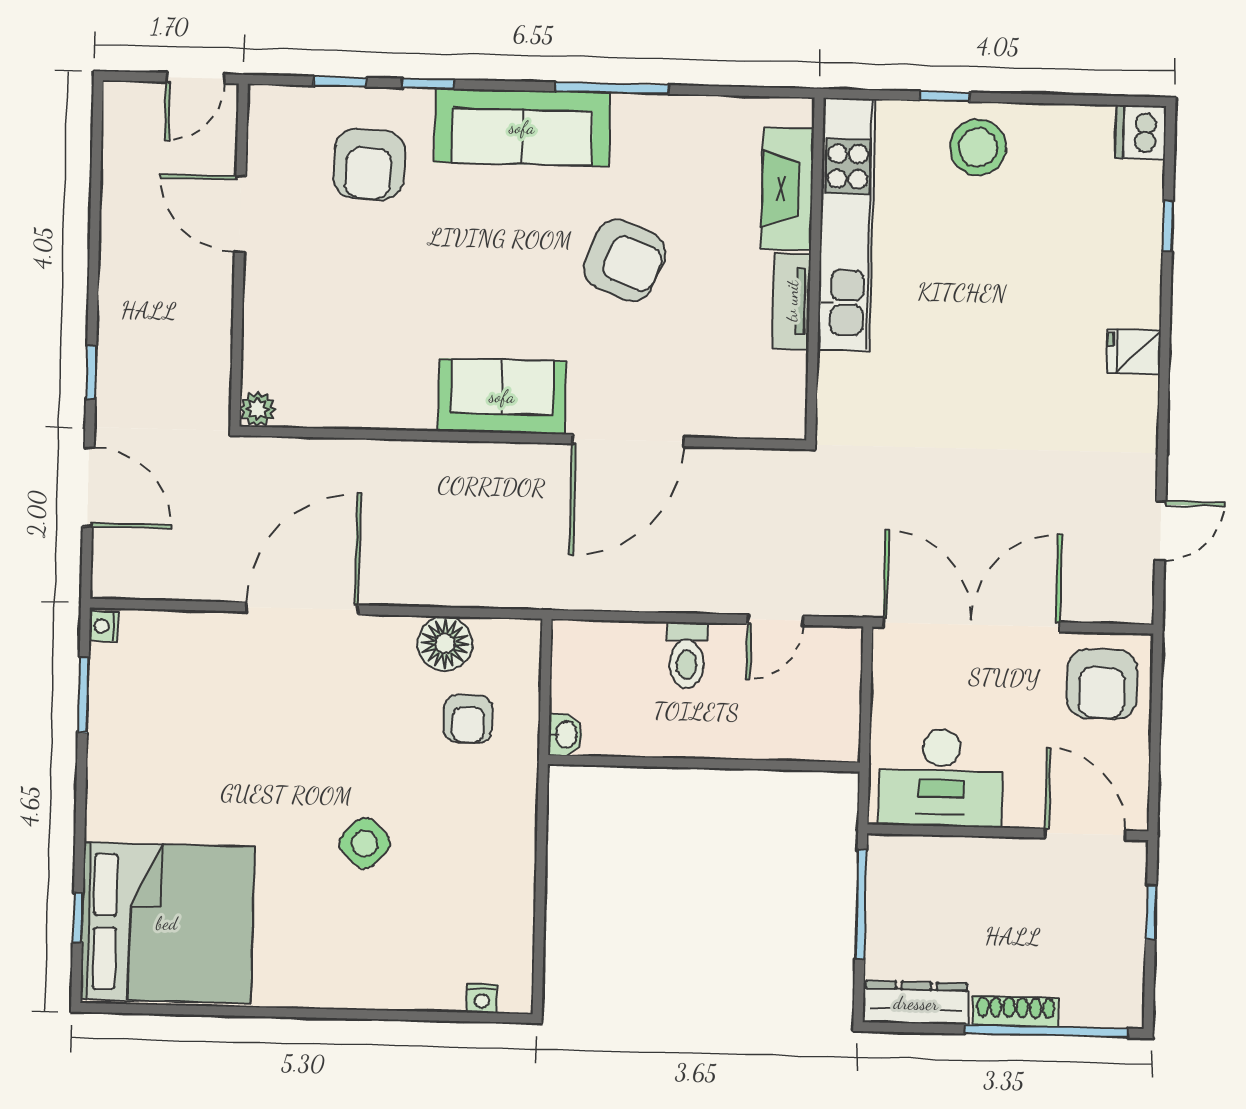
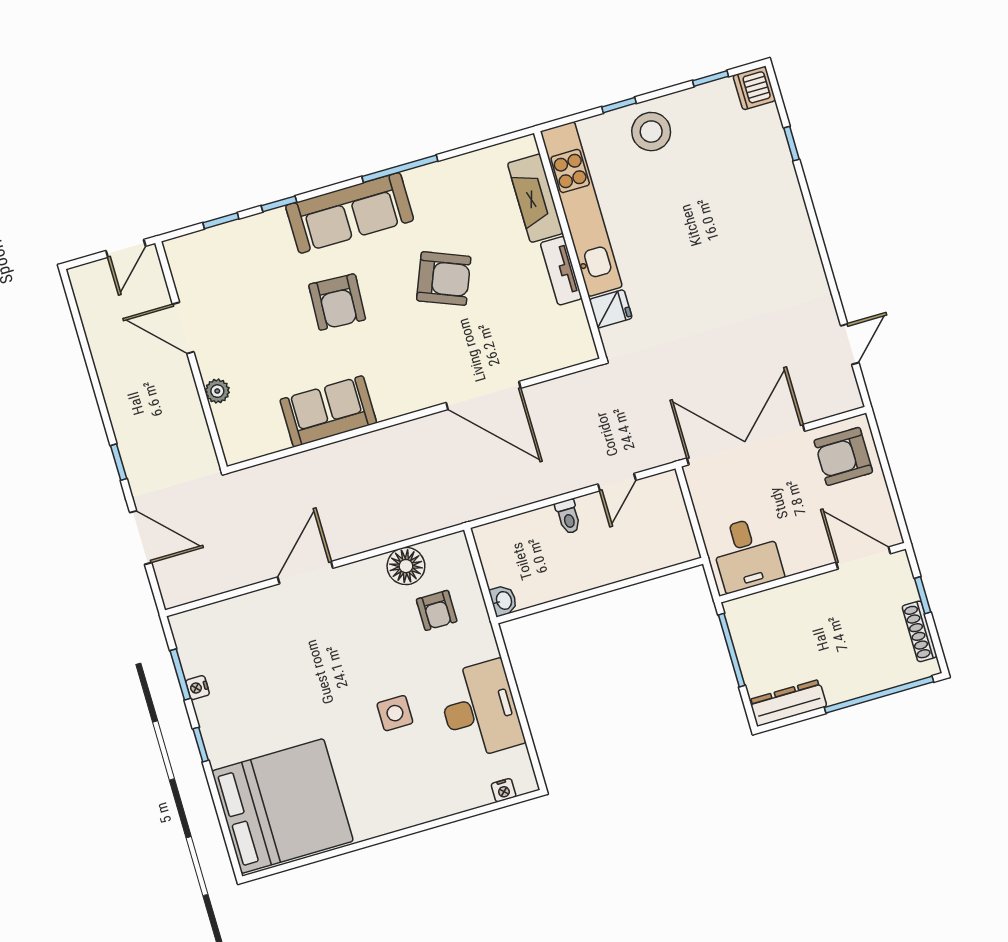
window: (1084, 100) -> (711, 79), added
armchair: (369, 164) -> (337, 302), moved
fridge: (1134, 351) -> (611, 309), moved, turned 180
sofa: (502, 396) -> (328, 411), moved
plant: (258, 409) -> (217, 391), moved
door: (628, 440) -> (483, 395), hinge flipped
door: (302, 608) -> (305, 573), width x0.73
nightstand: (104, 626) -> (197, 688), moved
toilet: (687, 655) -> (568, 517), width x0.73, depth x0.72
armchair: (1102, 684) -> (843, 456), turned 90
desk: (941, 778) -> (747, 554), width x0.73
side table: (365, 843) -> (395, 713), turned 45
desk: (485, 876) -> (480, 710), added
window: (78, 918) -> (201, 745), moved
shoe rack: (1016, 1011) -> (920, 631), moved, turned -90

